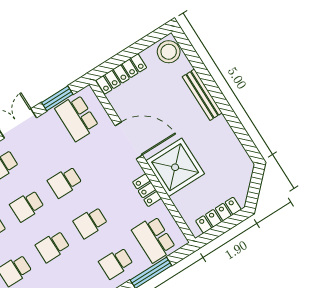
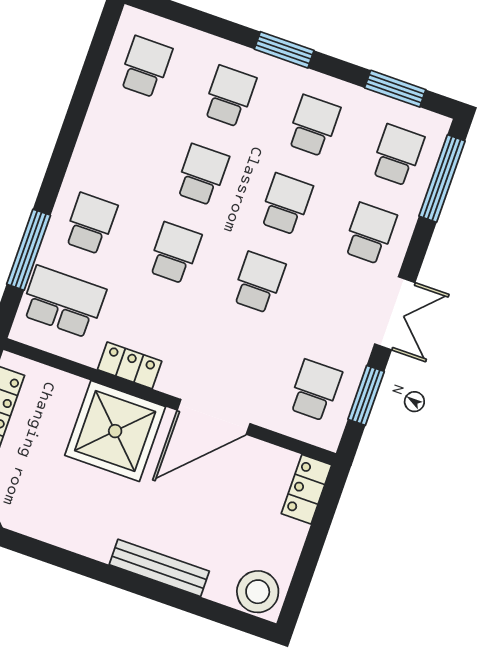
locker: (121, 74) -> (307, 489), width x0.66
school desk: (77, 118) -> (315, 390), width x0.54

